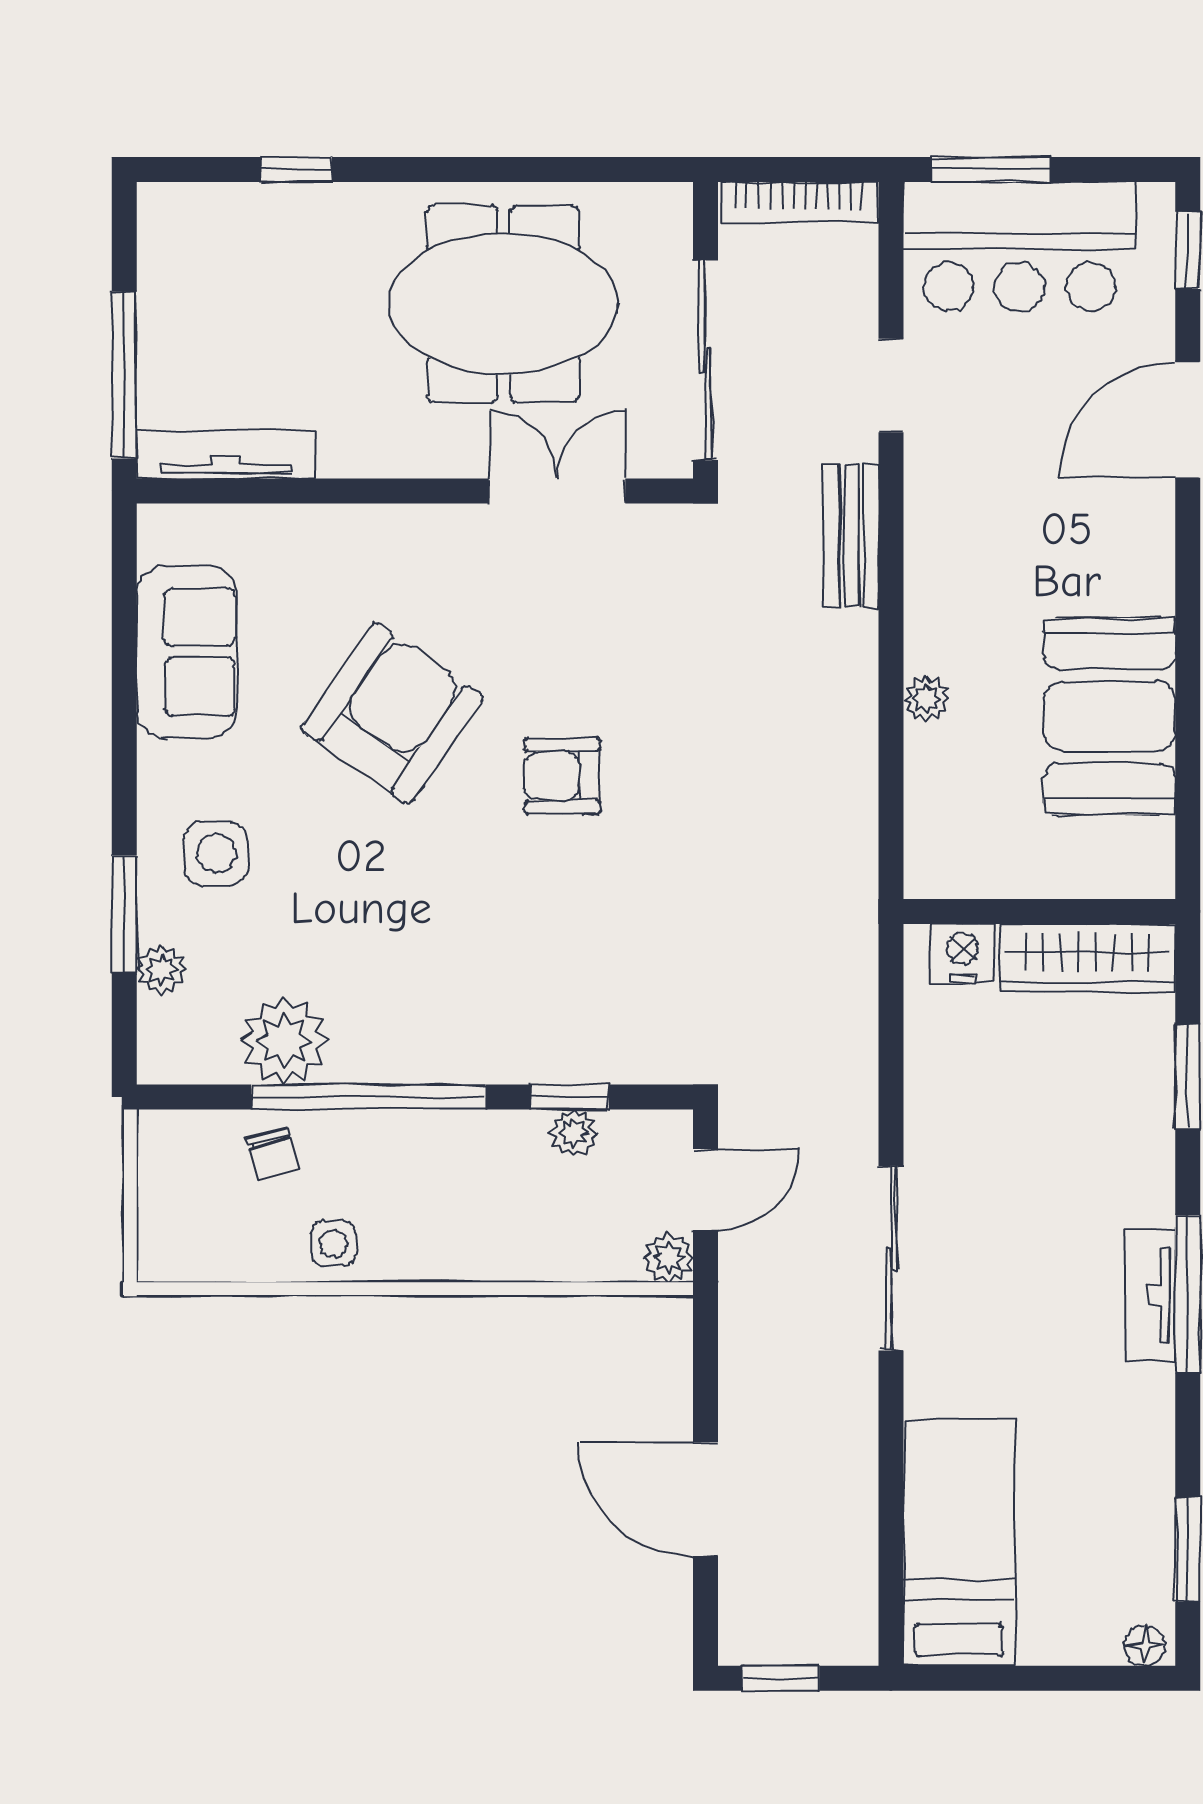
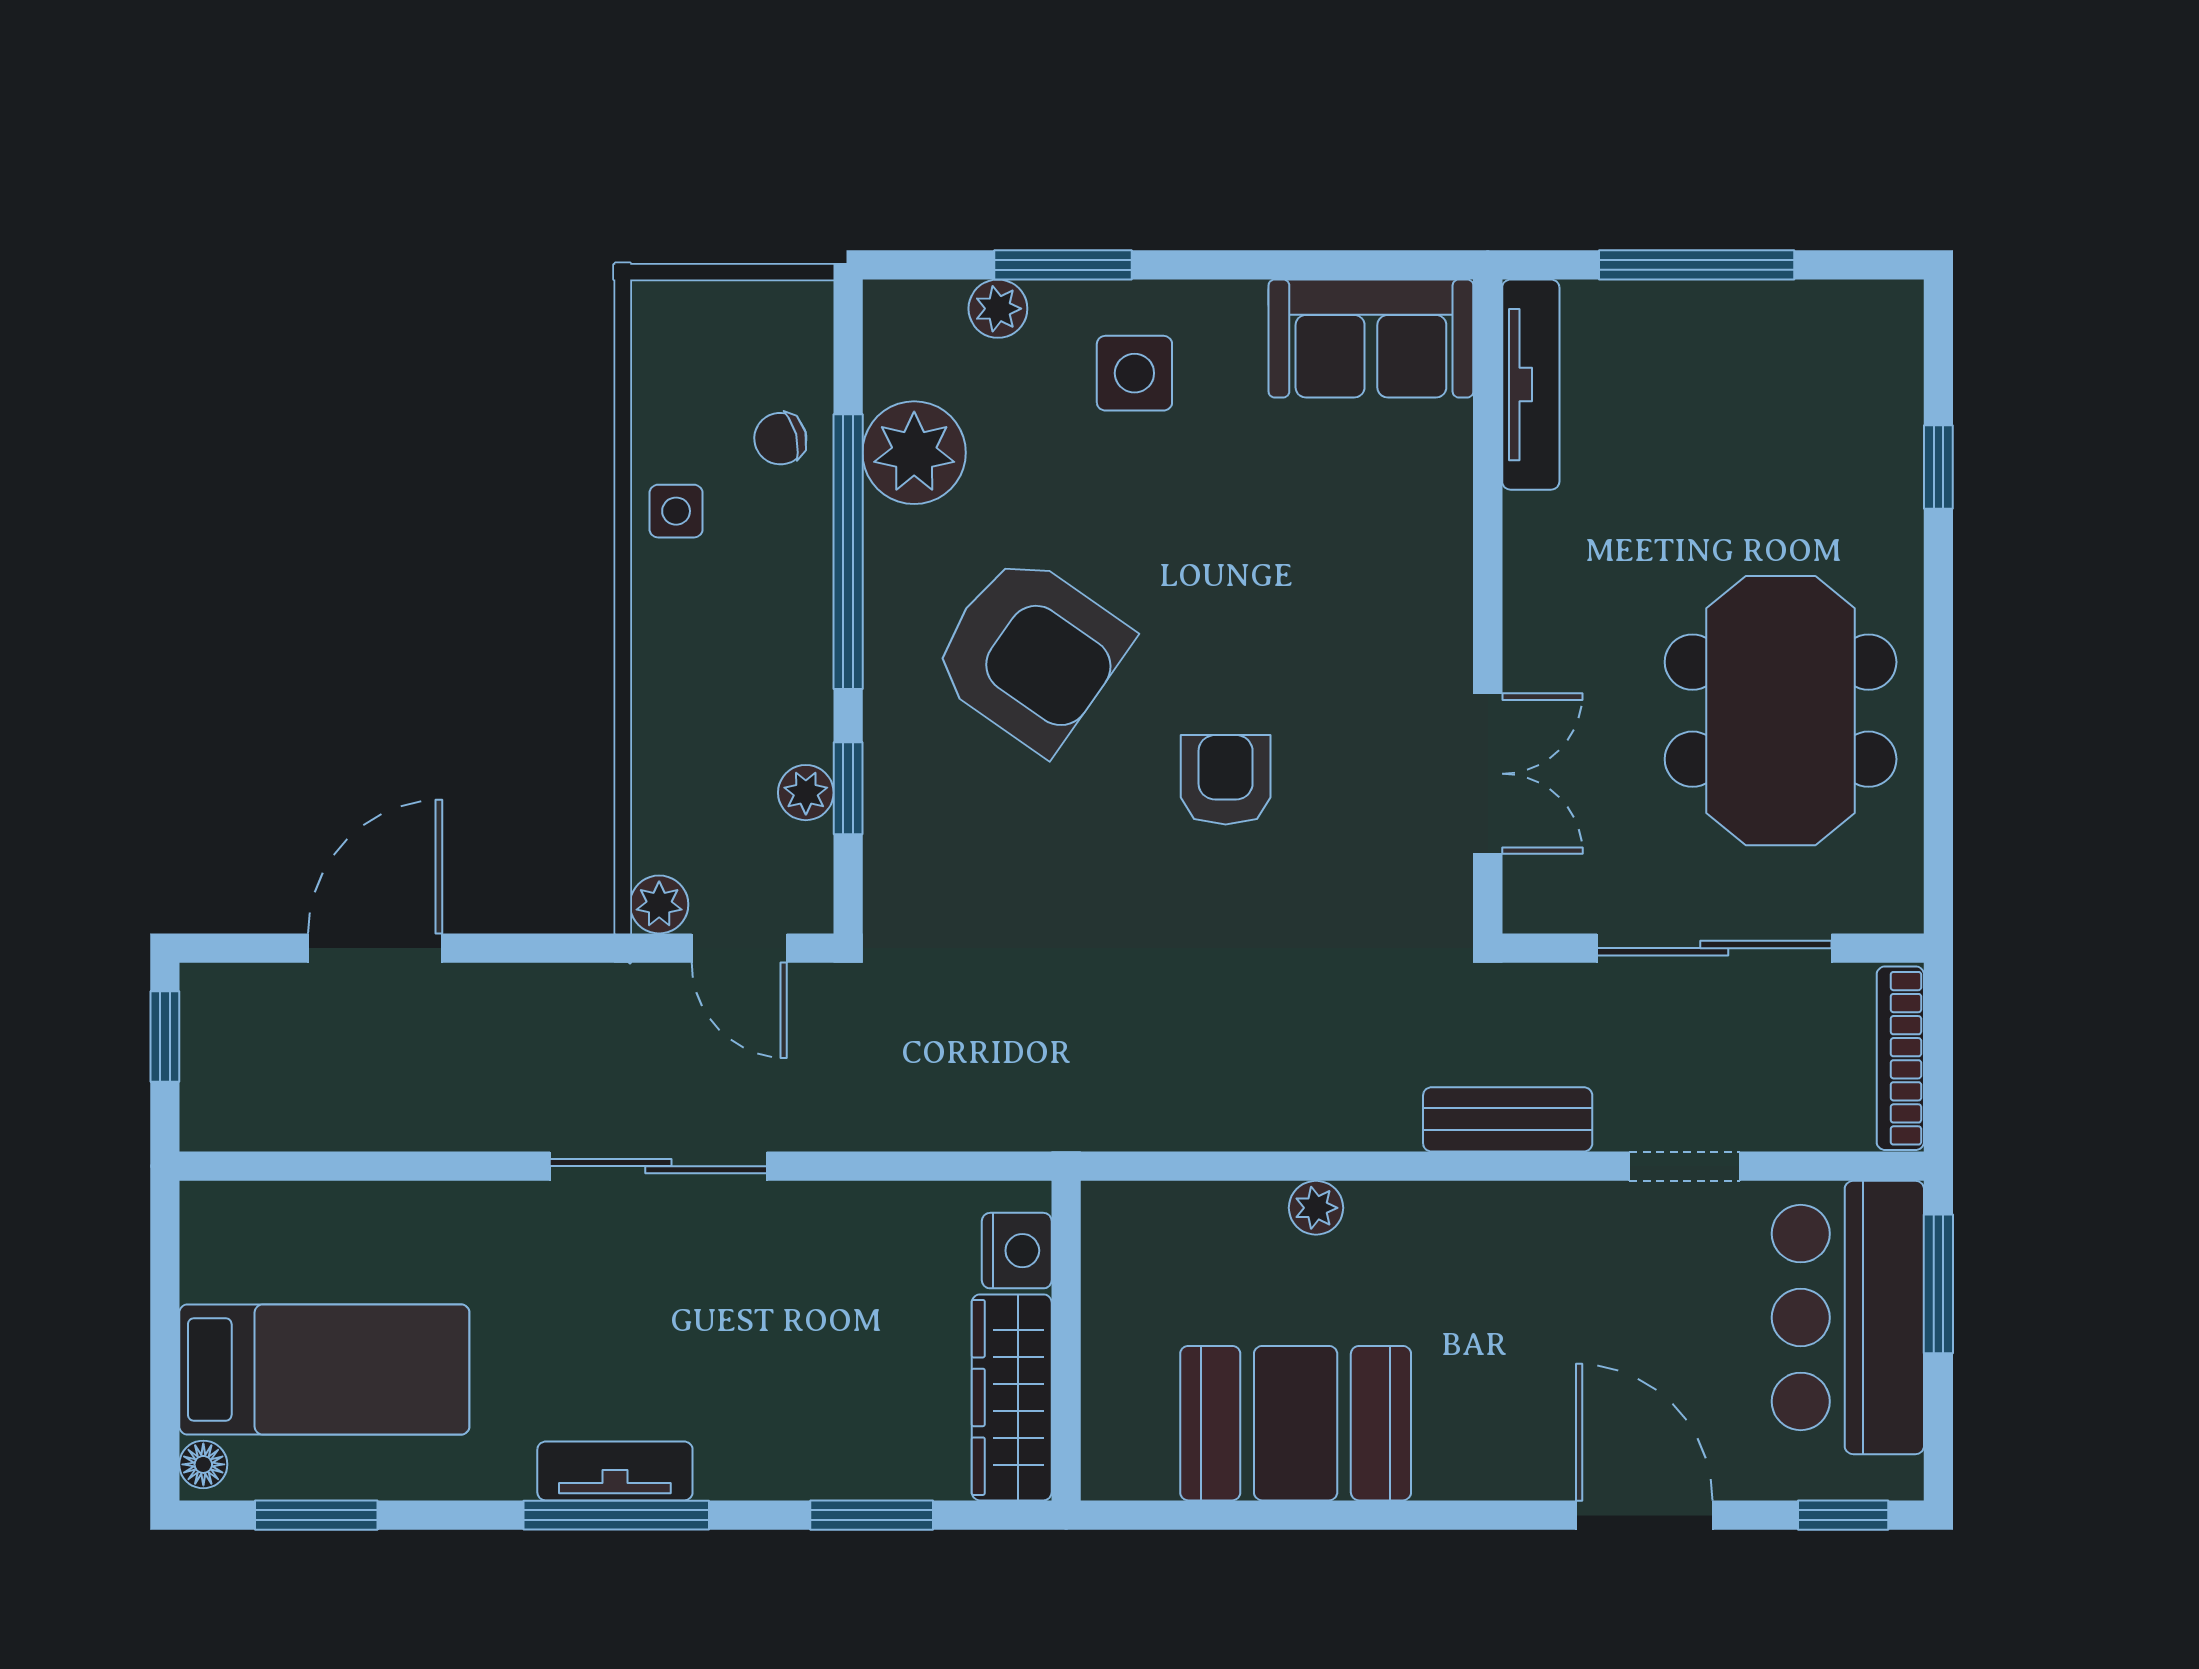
tv unit: (226, 454) -> (1531, 385), moved
wall: (415, 491) -> (1488, 606), moved
double door: (557, 491) -> (1488, 774), moved
armchair: (392, 713) -> (1030, 653), moved
bed: (959, 1542) -> (324, 1370), moved

